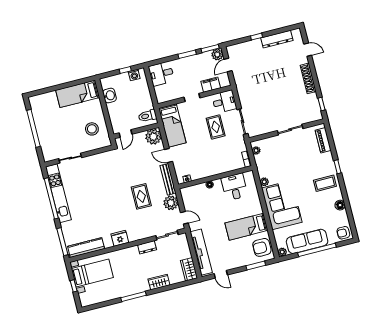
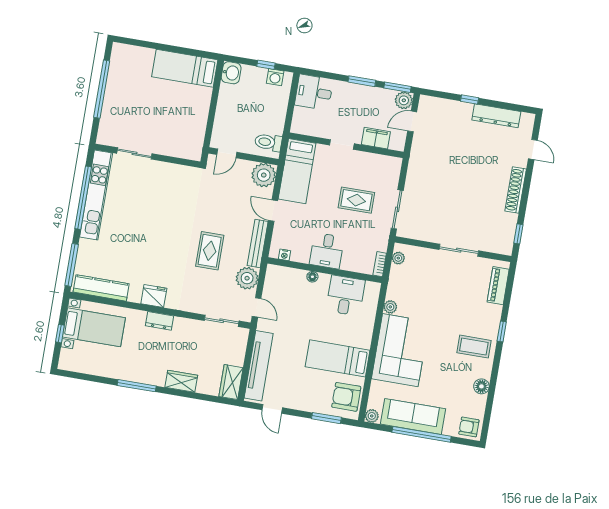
washbasin: (110, 95) -> (231, 73), moved
desk: (224, 102) -> (327, 251), moved, turned 90
rug: (216, 127) -> (356, 200), turned 90
stool: (92, 129) -> (183, 126), removed
dresser: (147, 247) -> (159, 321), moved

